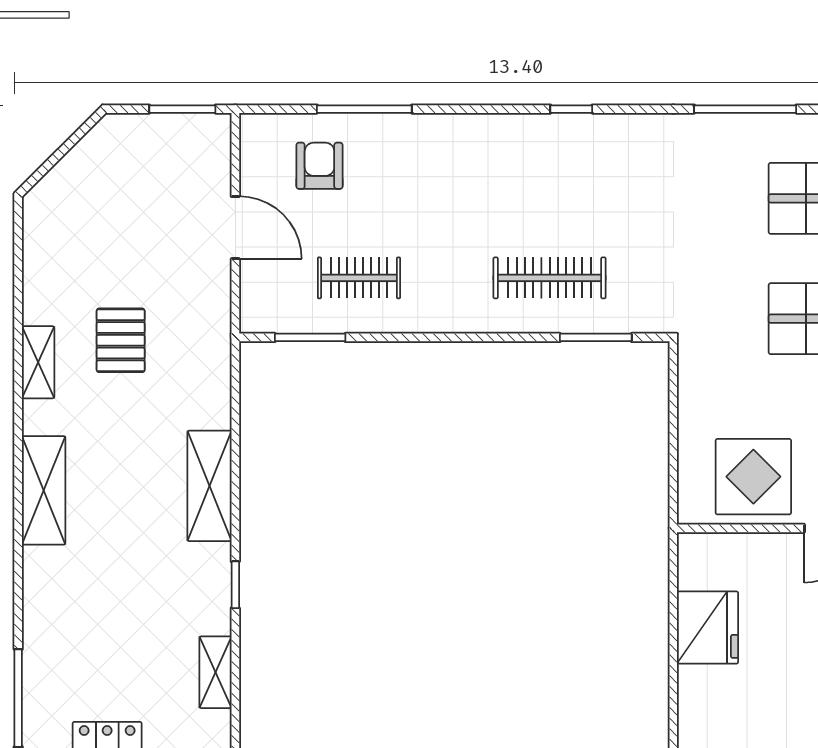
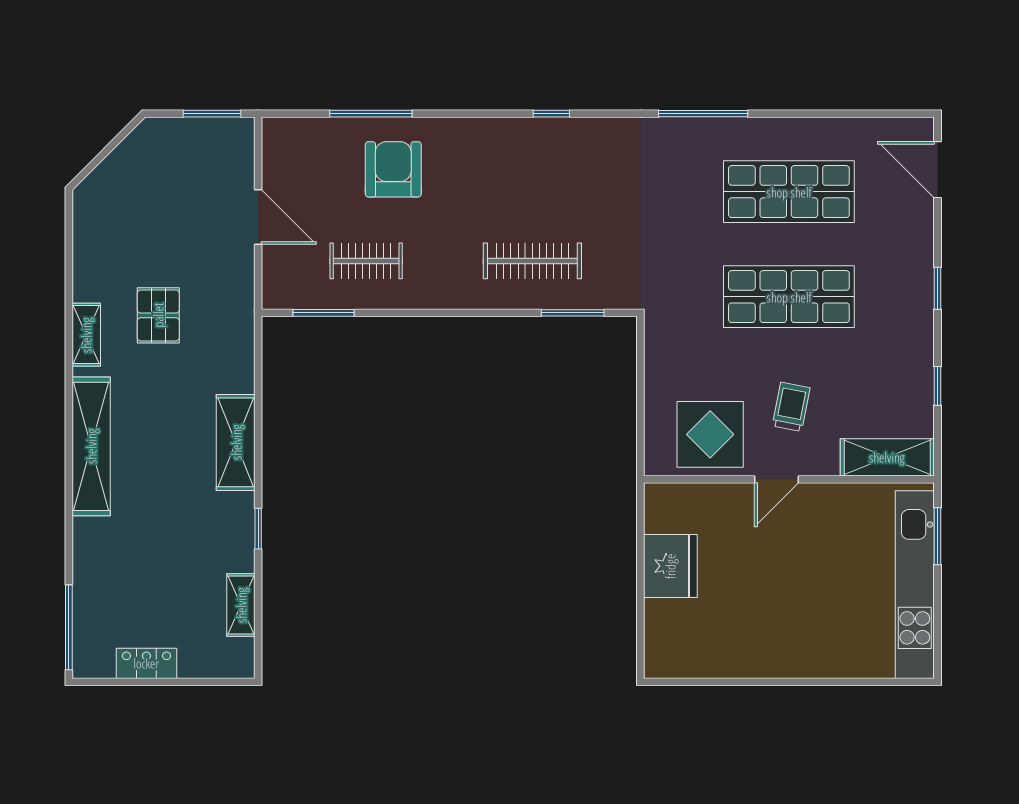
armchair: (319, 166) -> (393, 169), moved, width x1.38, depth x1.38
shelving: (44, 490) -> (91, 446), width x1.47

